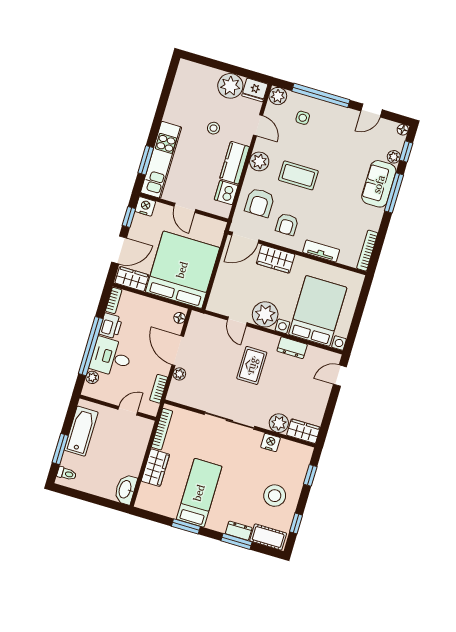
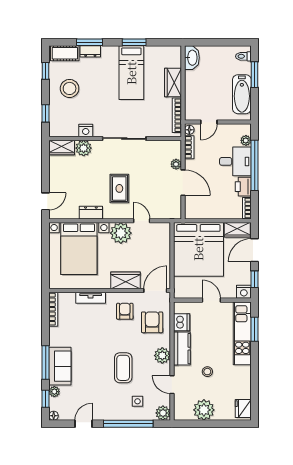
fridge: (255, 90) -> (243, 408), moved, turned -90
coffee table: (298, 175) -> (123, 368), moved, turned 90
floor lamp: (180, 318) -> (189, 130), moved

